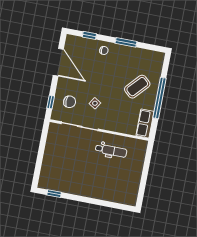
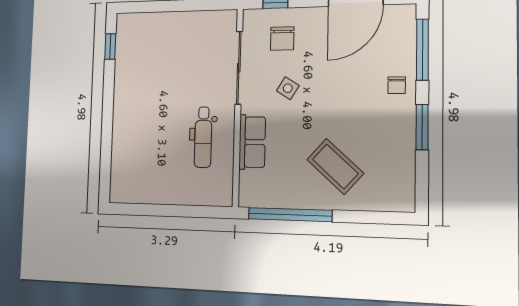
window: (89, 35) -> (422, 50), width x2.17
window: (159, 98) -> (290, 215), moved
row of seats: (145, 124) -> (252, 142), moved, turned 90

